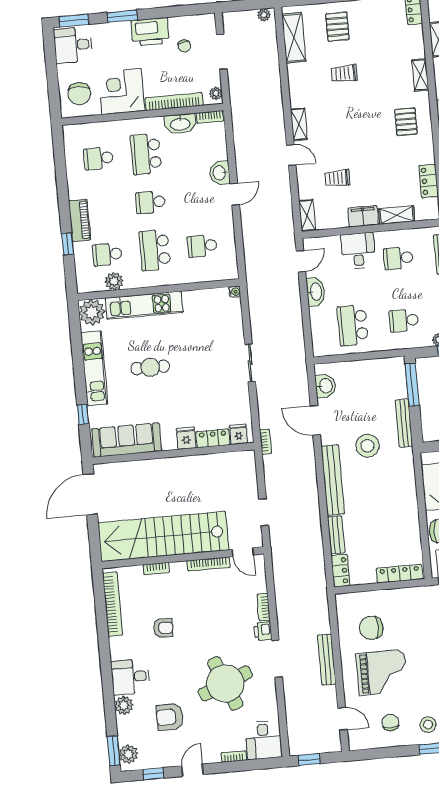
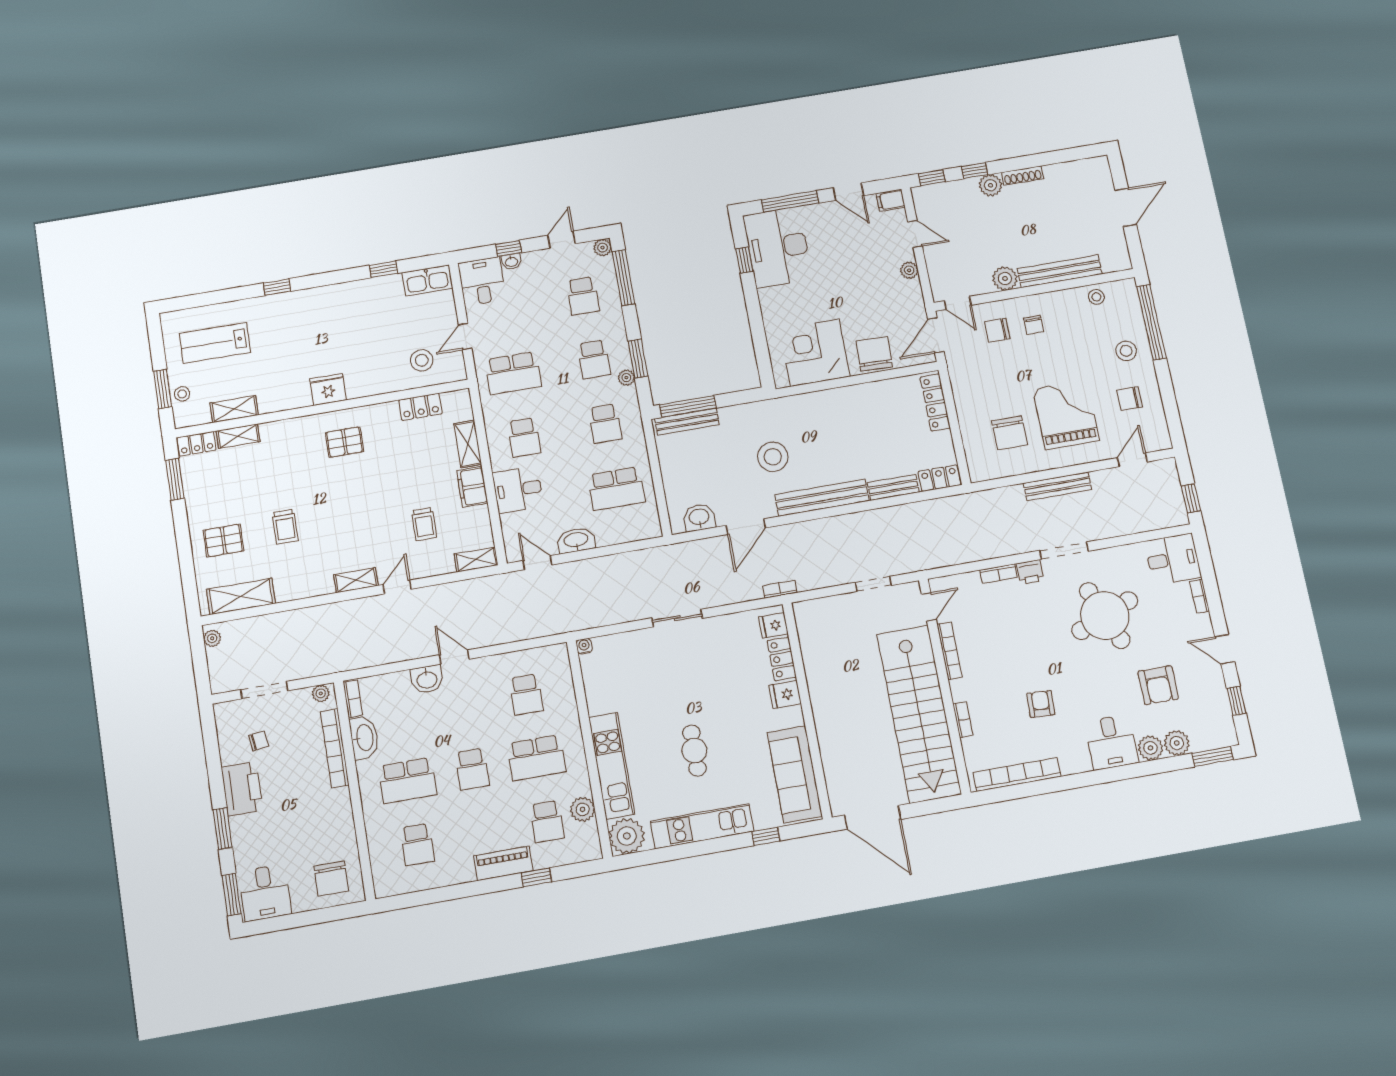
shelving: (420, 75) -> (238, 436), moved
corner desk: (122, 91) -> (325, 821), removed
chair: (79, 94) -> (331, 879), turned 90
bench: (404, 423) -> (687, 422), moved
plant: (128, 754) -> (1177, 743), moved

